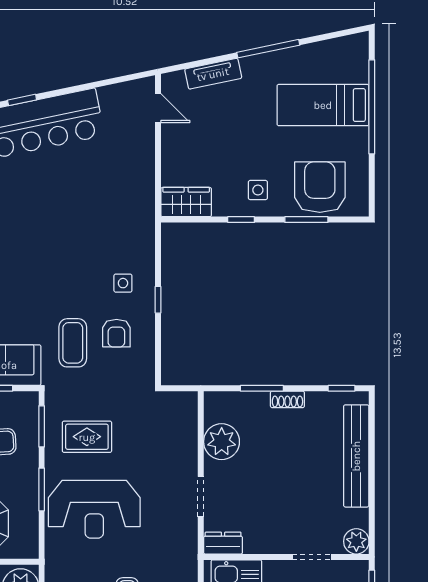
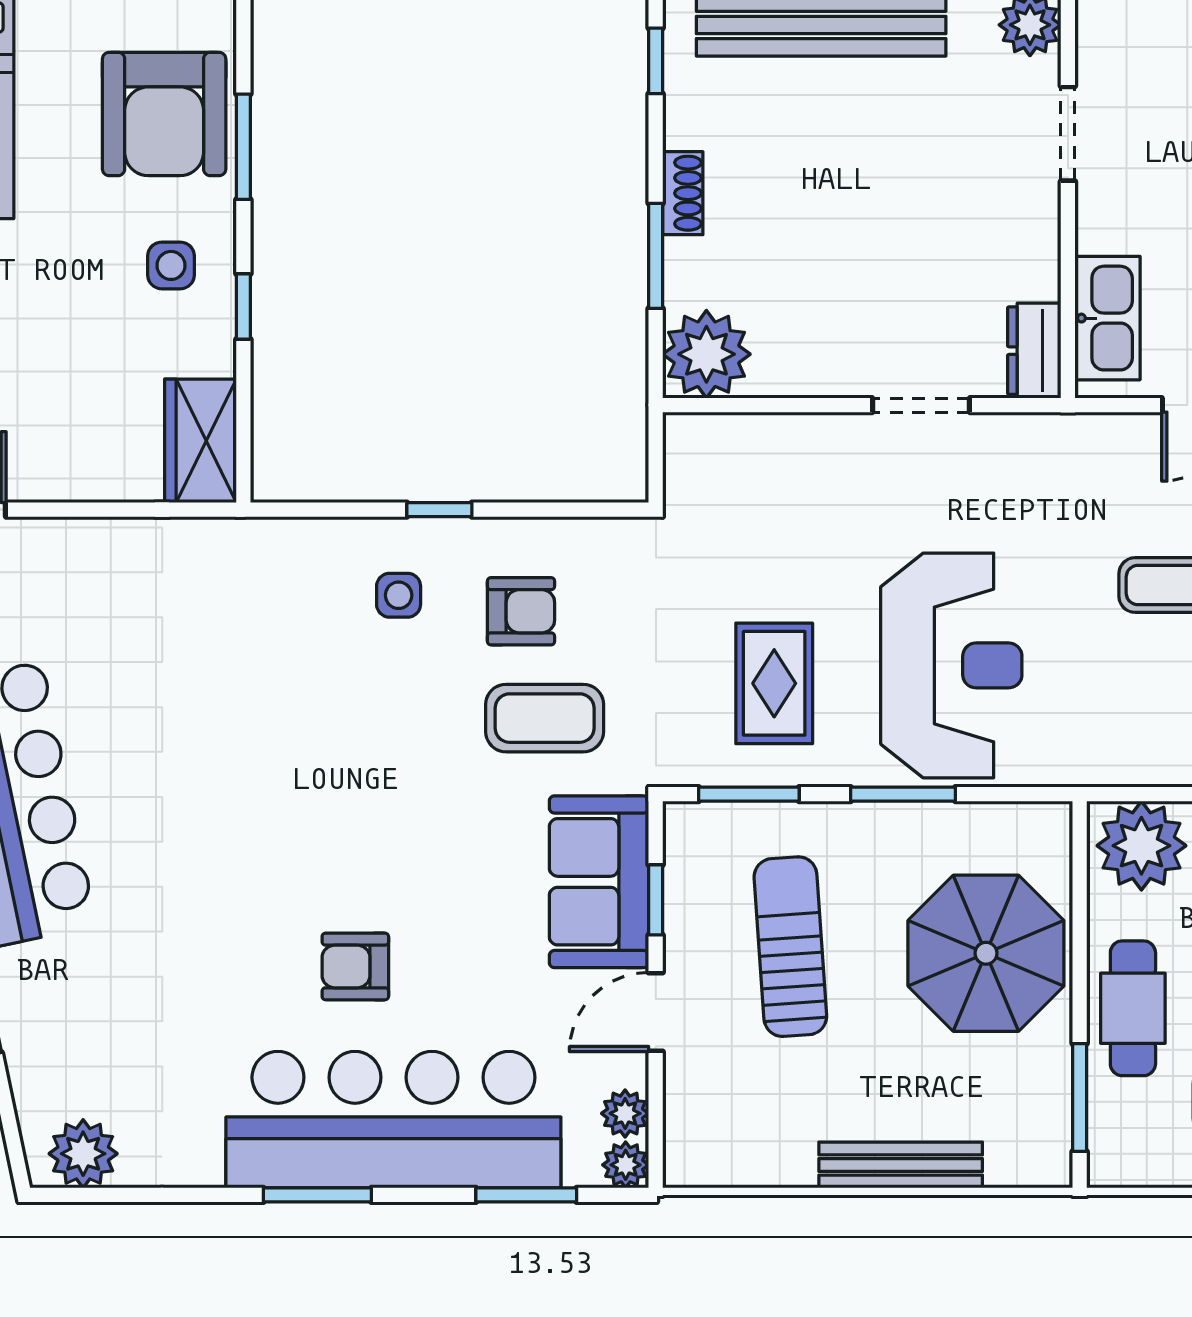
armchair: (320, 187) -> (164, 114), turned -90
plant: (222, 442) -> (706, 354), moved

